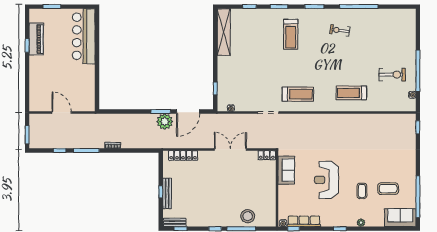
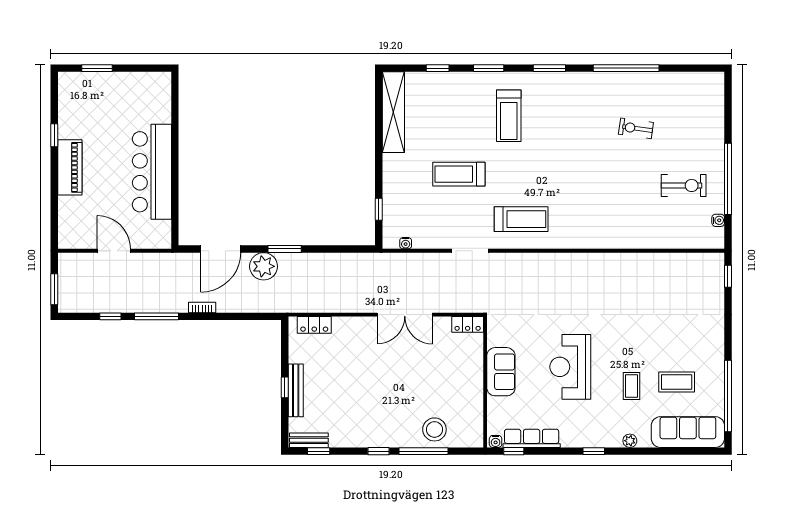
exercise bike: (340, 30) -> (636, 128), moved
bar counter: (84, 36) -> (152, 172), moved
piano: (36, 39) -> (70, 167), moved
treadmill: (351, 93) -> (459, 174), moved
door: (188, 111) -> (221, 249), moved
plant: (165, 122) -> (264, 266), moved
double door: (230, 150) -> (405, 315), swing flipped
locker: (183, 155) -> (314, 325), width x0.66
sofa: (286, 170) -> (501, 372), moved
sofa: (400, 218) -> (688, 432), width x1.36

